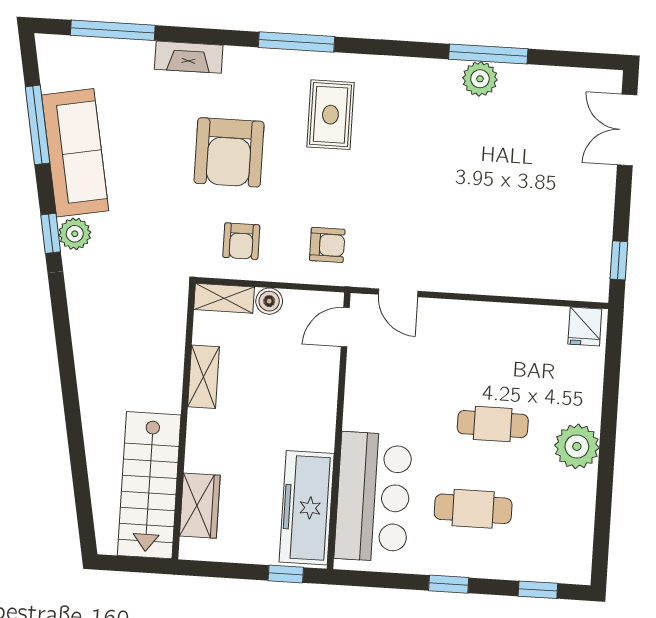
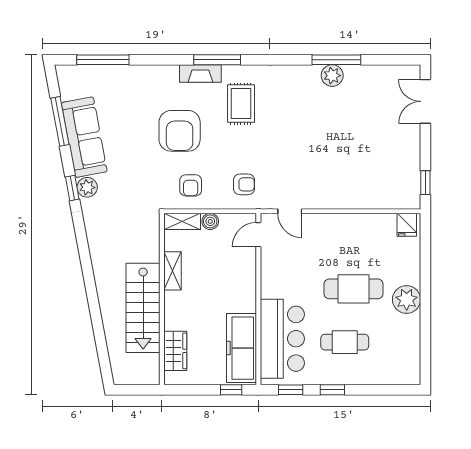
fireplace: (189, 57) -> (200, 73), moved
cafe table: (493, 424) -> (354, 289), width x1.37, depth x1.35
stairs: (149, 485) -> (143, 308), moved
window: (538, 590) -> (291, 390), moved

